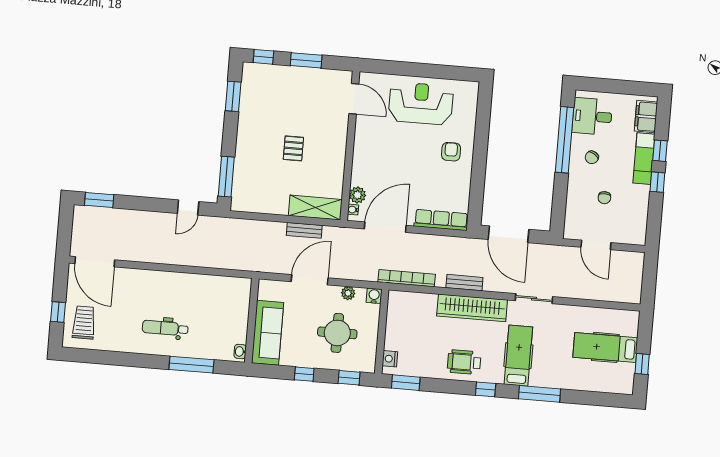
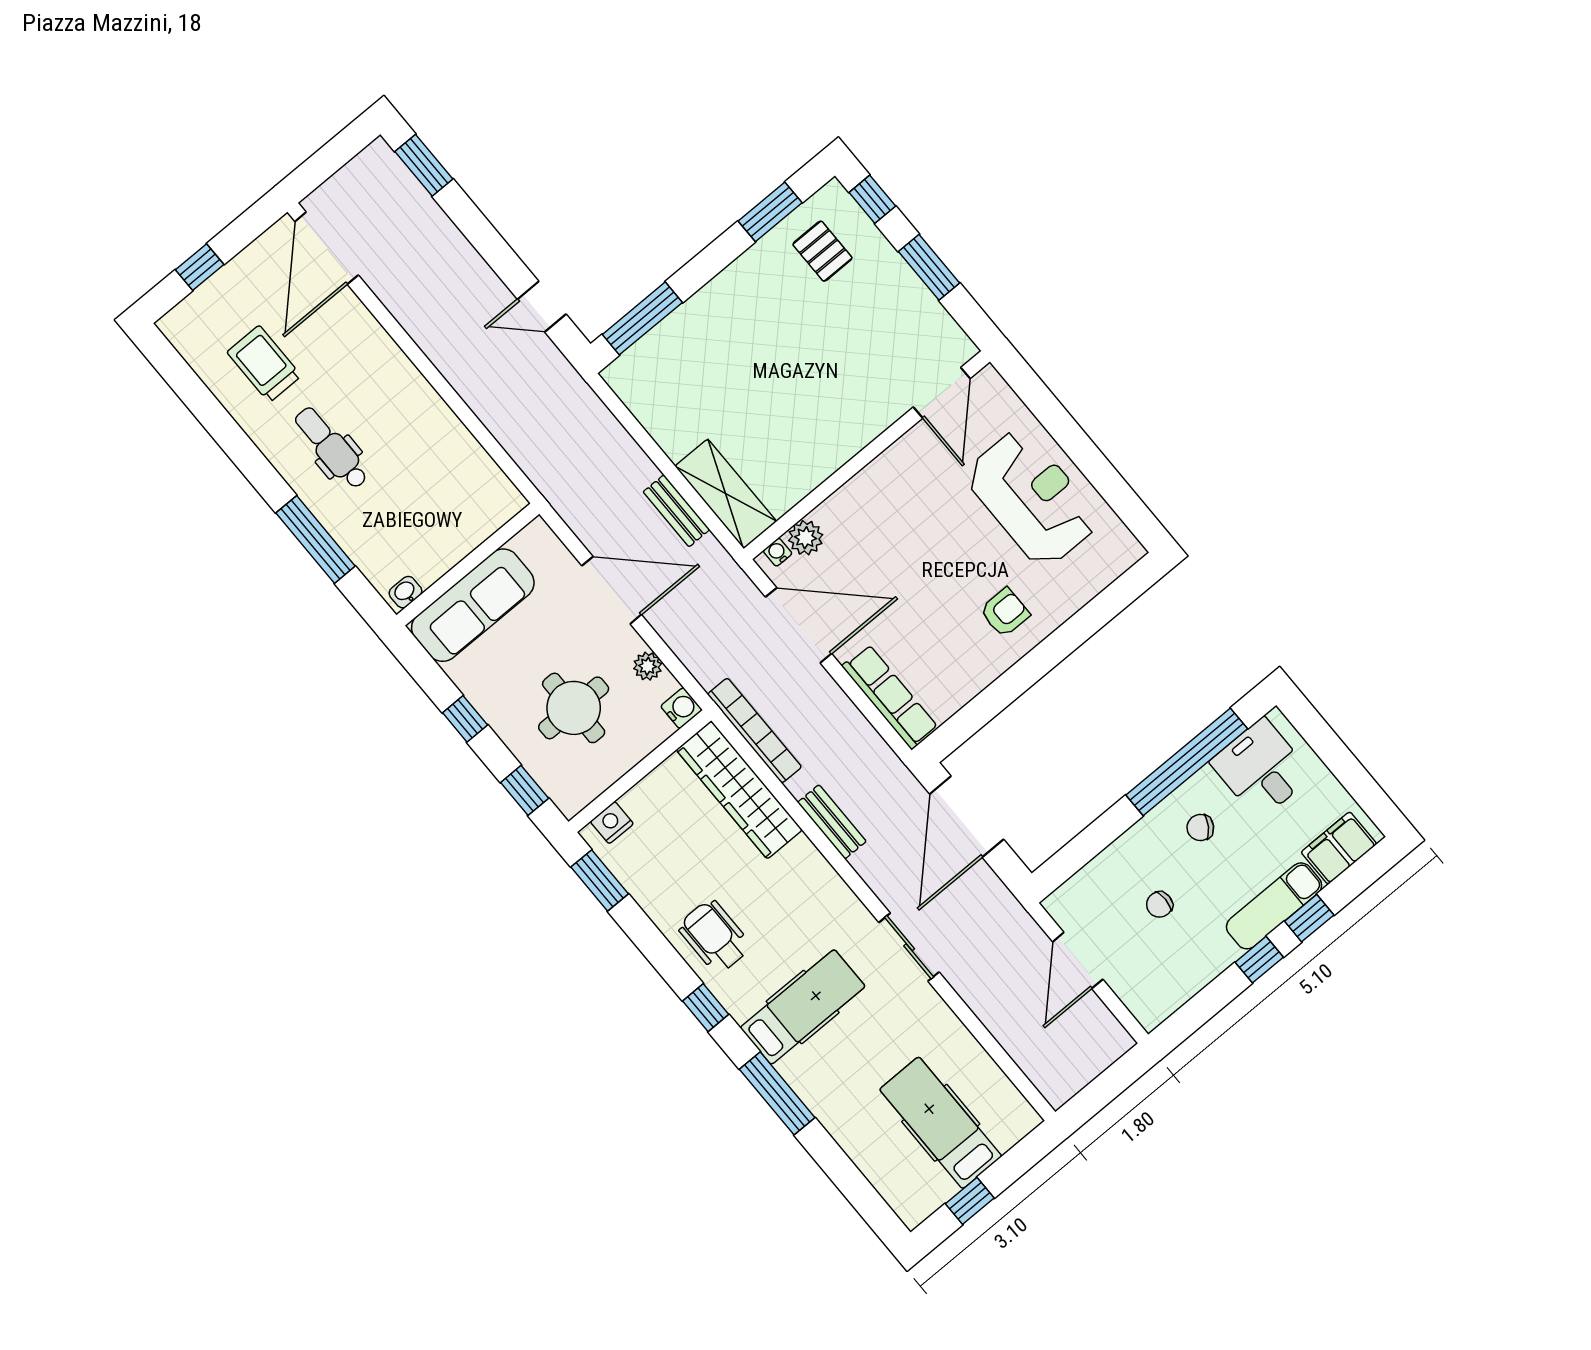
pallet: (293, 148) -> (822, 251), moved, turned 90
wardrobe: (472, 308) -> (739, 790), moved
trolley: (84, 323) -> (264, 364), moved, turned -90

